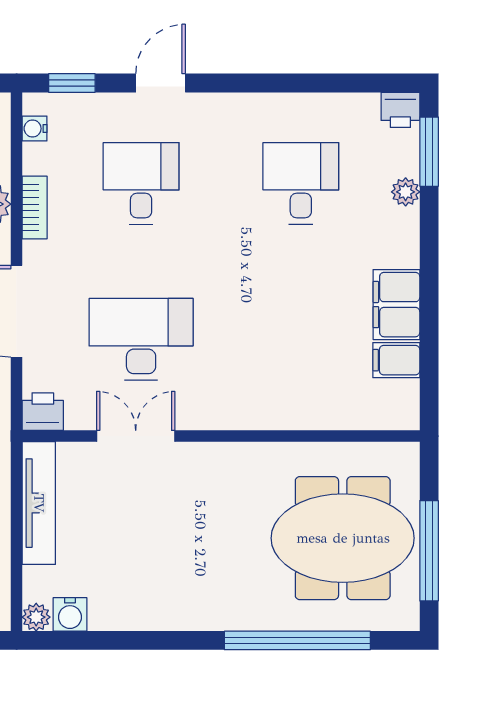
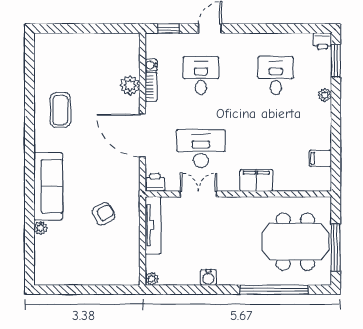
water cooler: (35, 129) -> (151, 65), moved
plant: (406, 192) -> (325, 95), moved
filing cabinet: (396, 305) -> (256, 180), moved, turned 90
water cooler: (70, 614) -> (208, 277), moved

